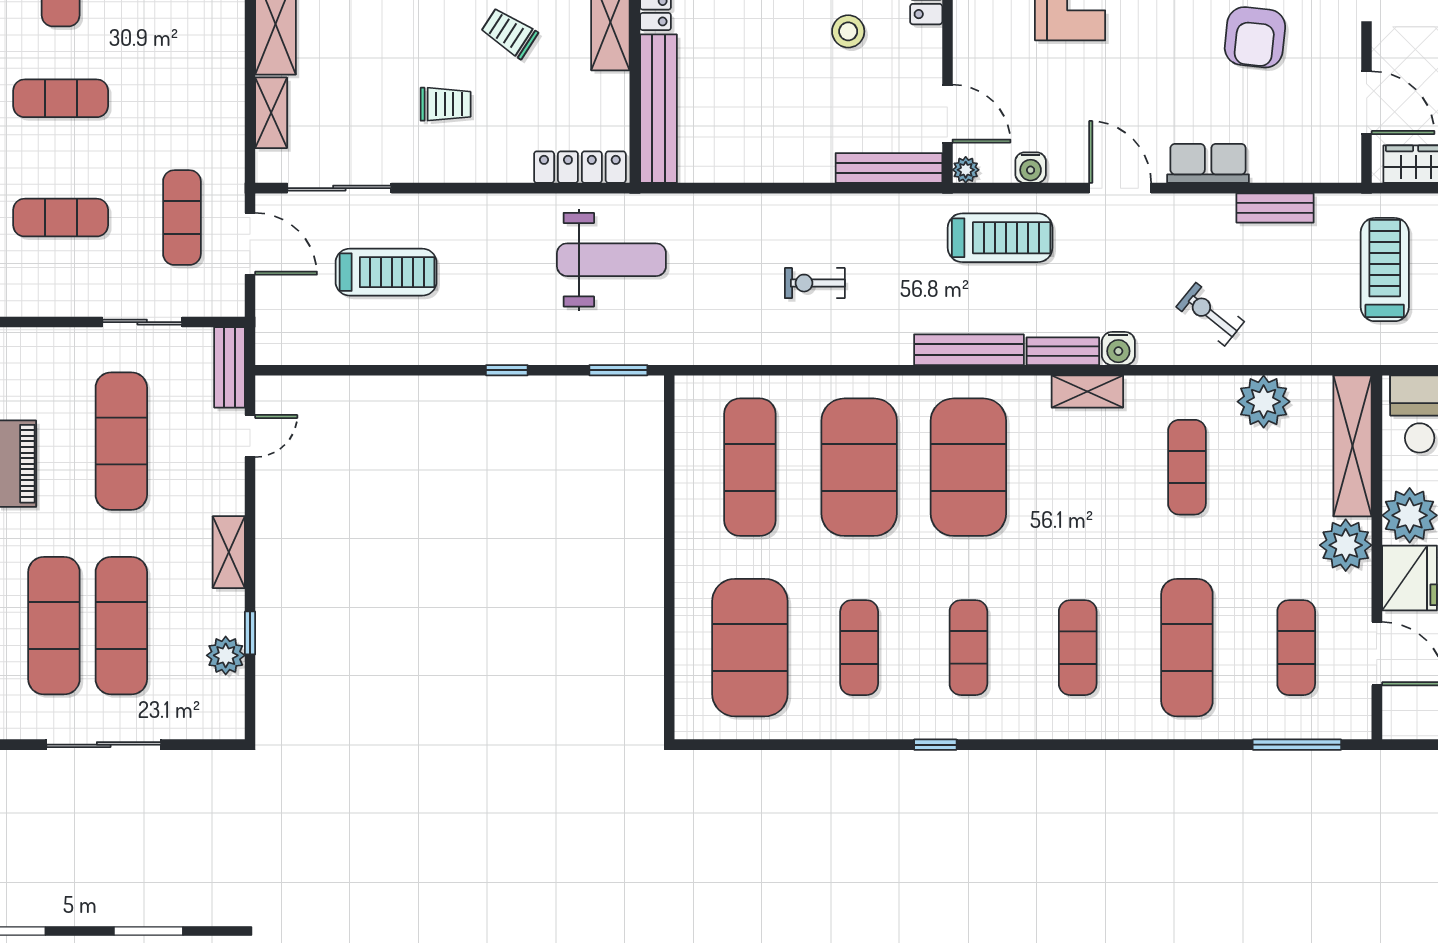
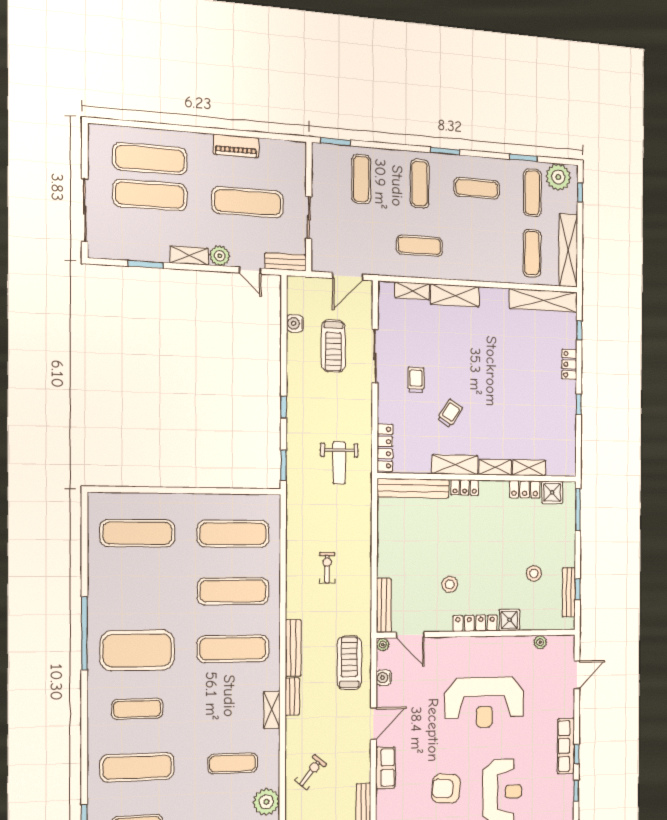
trolley: (446, 104) -> (416, 380), turned 180
door: (947, 114) -> (410, 635), hinge flipped
sliding door: (339, 188) -> (375, 356), moved
exercise mat: (182, 218) -> (419, 246), moved
treadmill: (1000, 238) -> (349, 663), turned 180
weight bench: (611, 260) -> (339, 463), width x0.73, depth x0.75
water cooler: (1118, 348) -> (295, 323), moved
exercise mat: (859, 467) -> (233, 591), width x0.68
exercise mat: (968, 467) -> (233, 649), width x0.68
window: (250, 633) -> (146, 264), width x1.50
exercise mat: (750, 648) -> (138, 533), width x0.68
exercise mat: (859, 648) -> (137, 592), removed
exercise mat: (968, 648) -> (137, 650), width x2.00, depth x1.45
plant: (226, 655) -> (220, 256), moved
sliding door: (104, 745) -> (85, 210), moved
window: (935, 745) -> (84, 633), width x3.17

